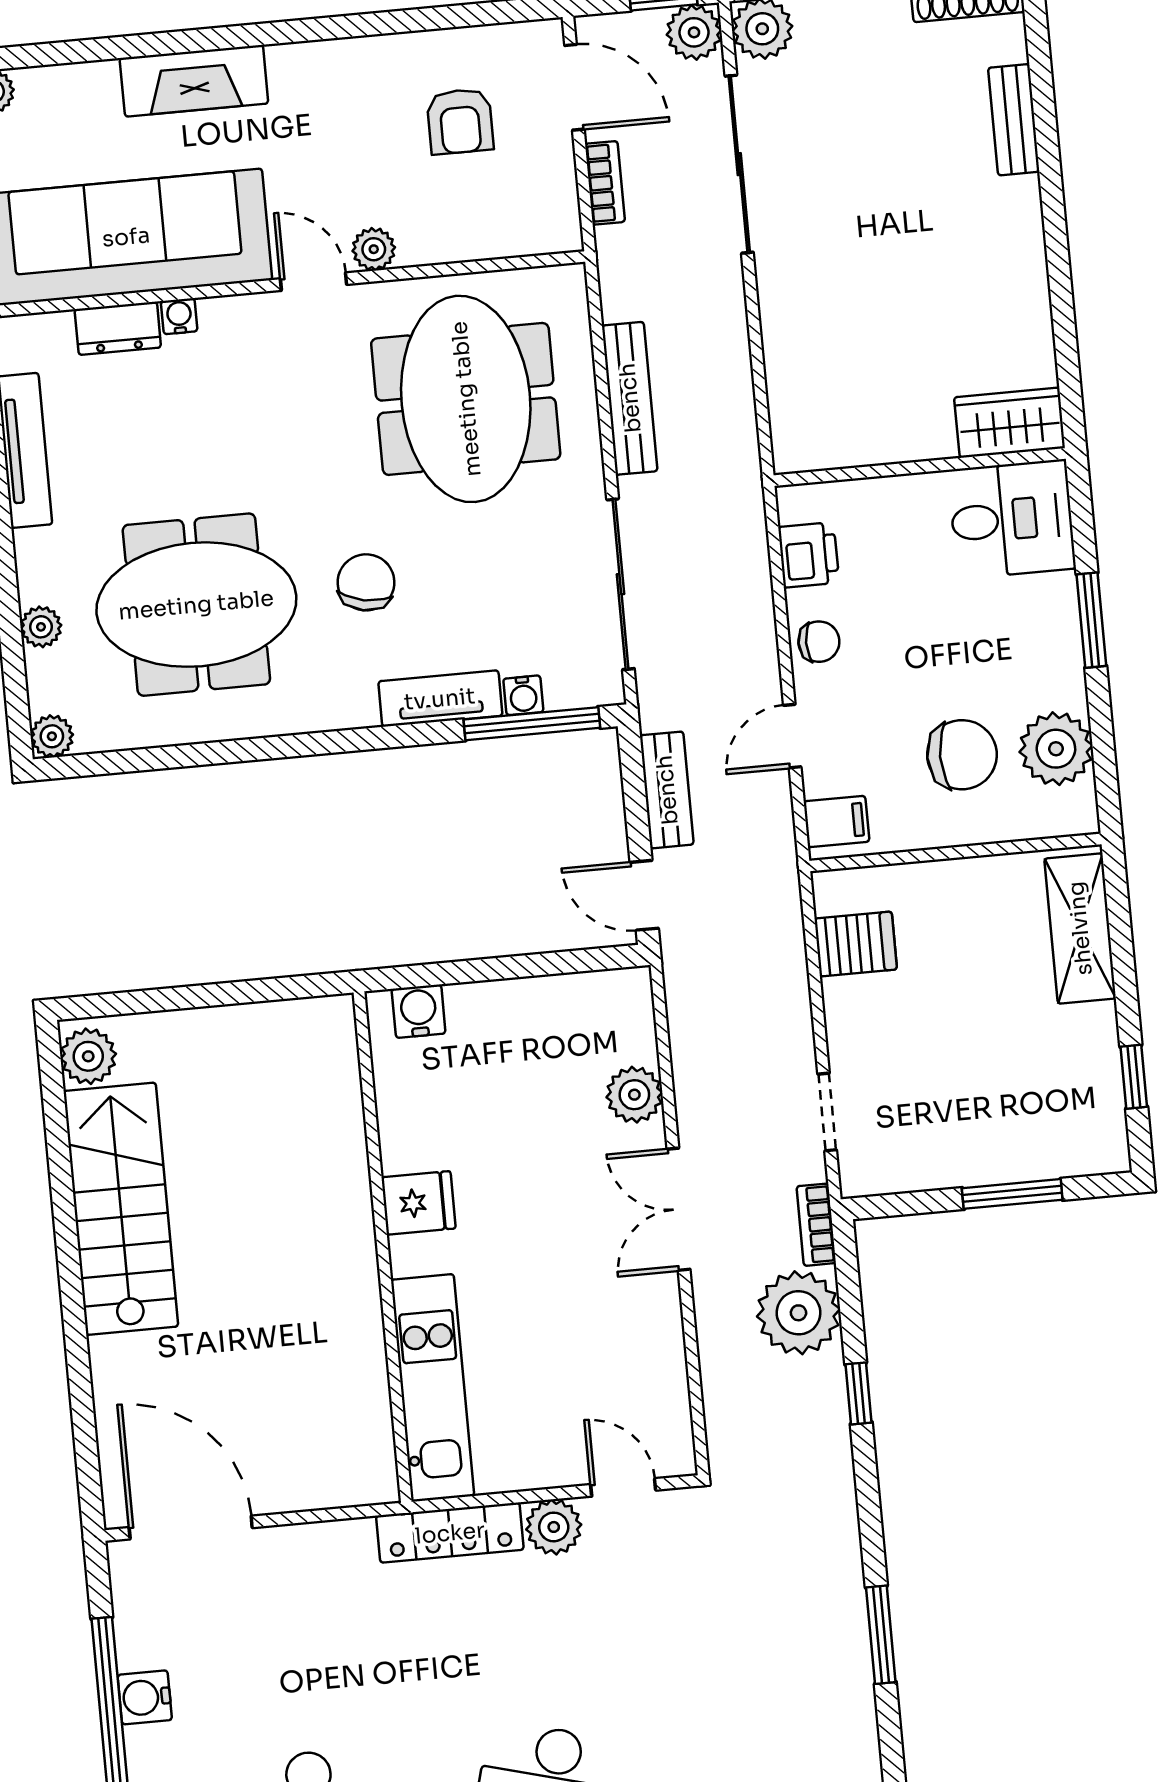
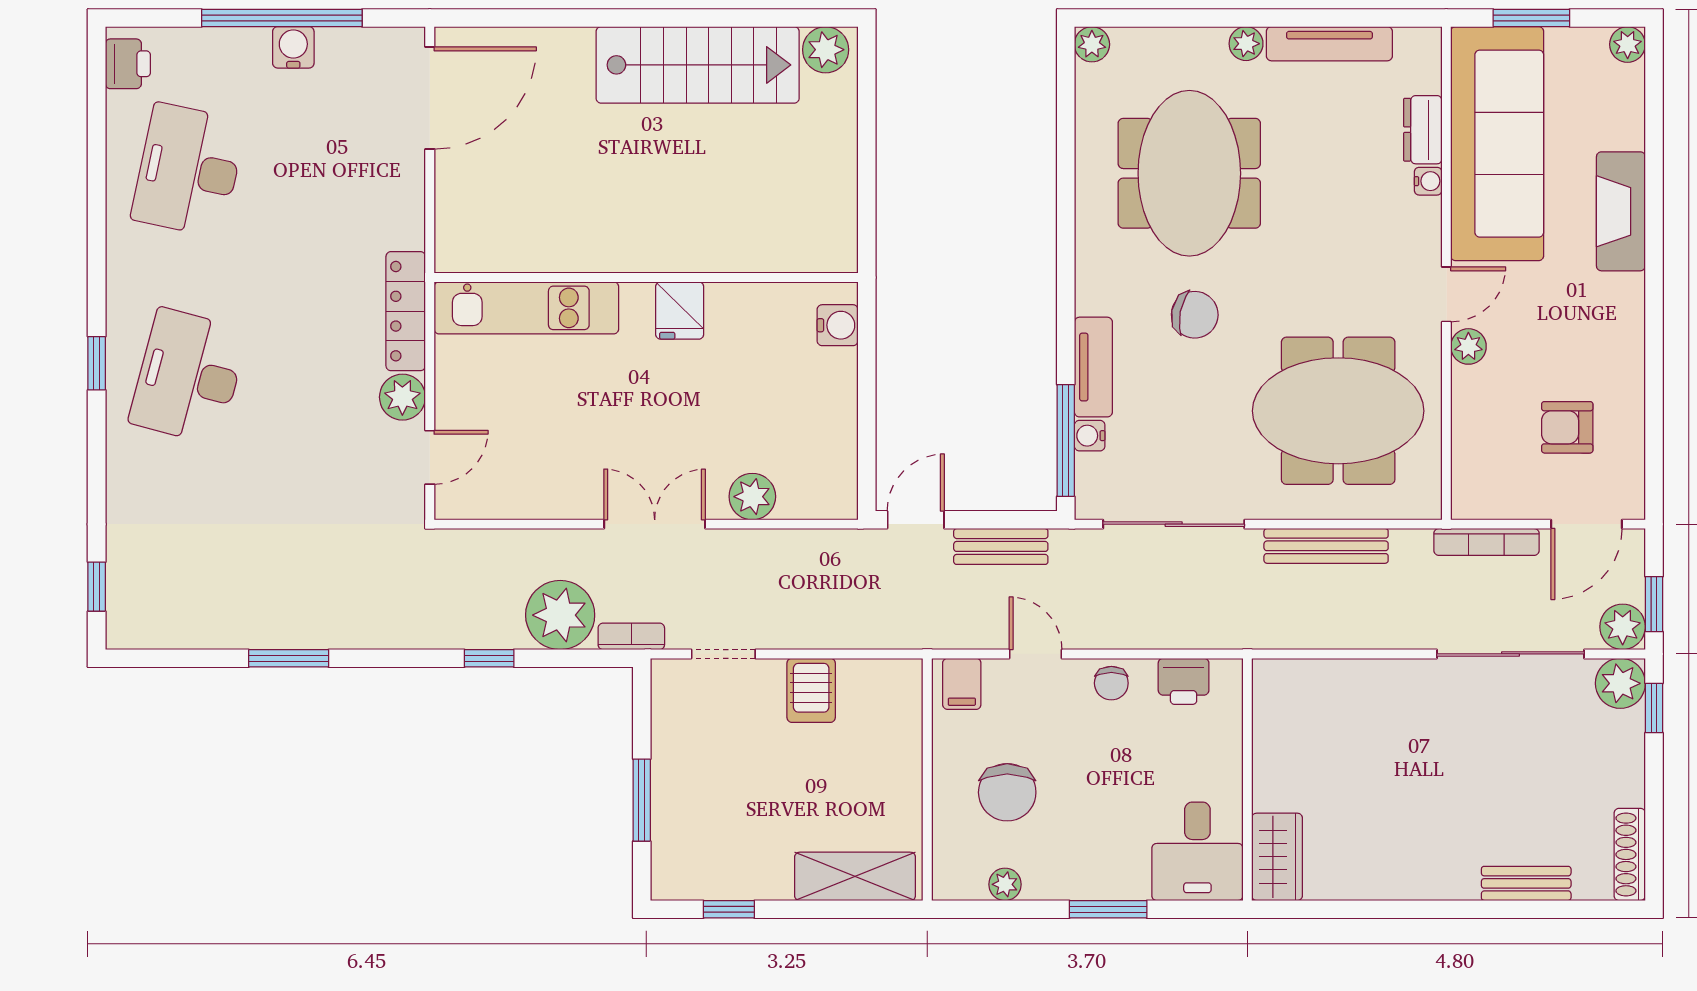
bookcase: (605, 183) -> (1486, 542), width x1.56
plant: (41, 627) -> (1246, 44), moved
plant: (1056, 749) -> (1005, 884), width x0.53, depth x0.53
server rack: (856, 944) -> (811, 690), moved

